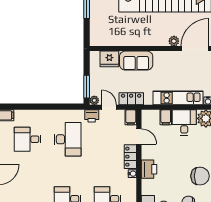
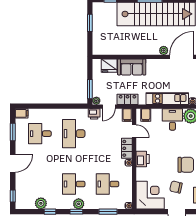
door: (109, 107) -> (109, 107), swing flipped
filing cabinet: (166, 117) -> (146, 115), moved
desk: (68, 139) -> (74, 134), turned 180

